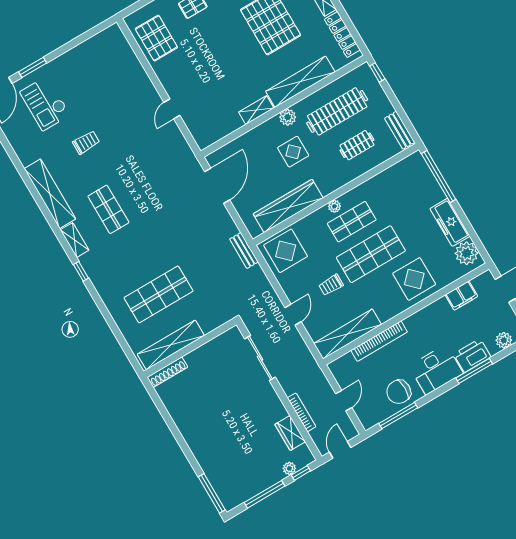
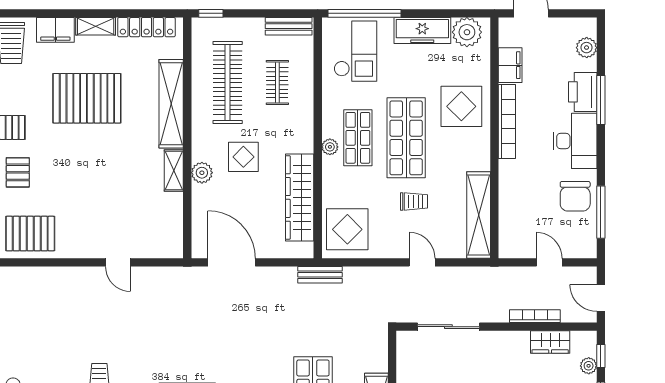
plant: (288, 117) -> (202, 173), moved
checkout: (409, 185) -> (355, 51), added
trolley: (331, 285) -> (414, 201), turned -90
bookcase: (379, 341) -> (507, 121), moved

